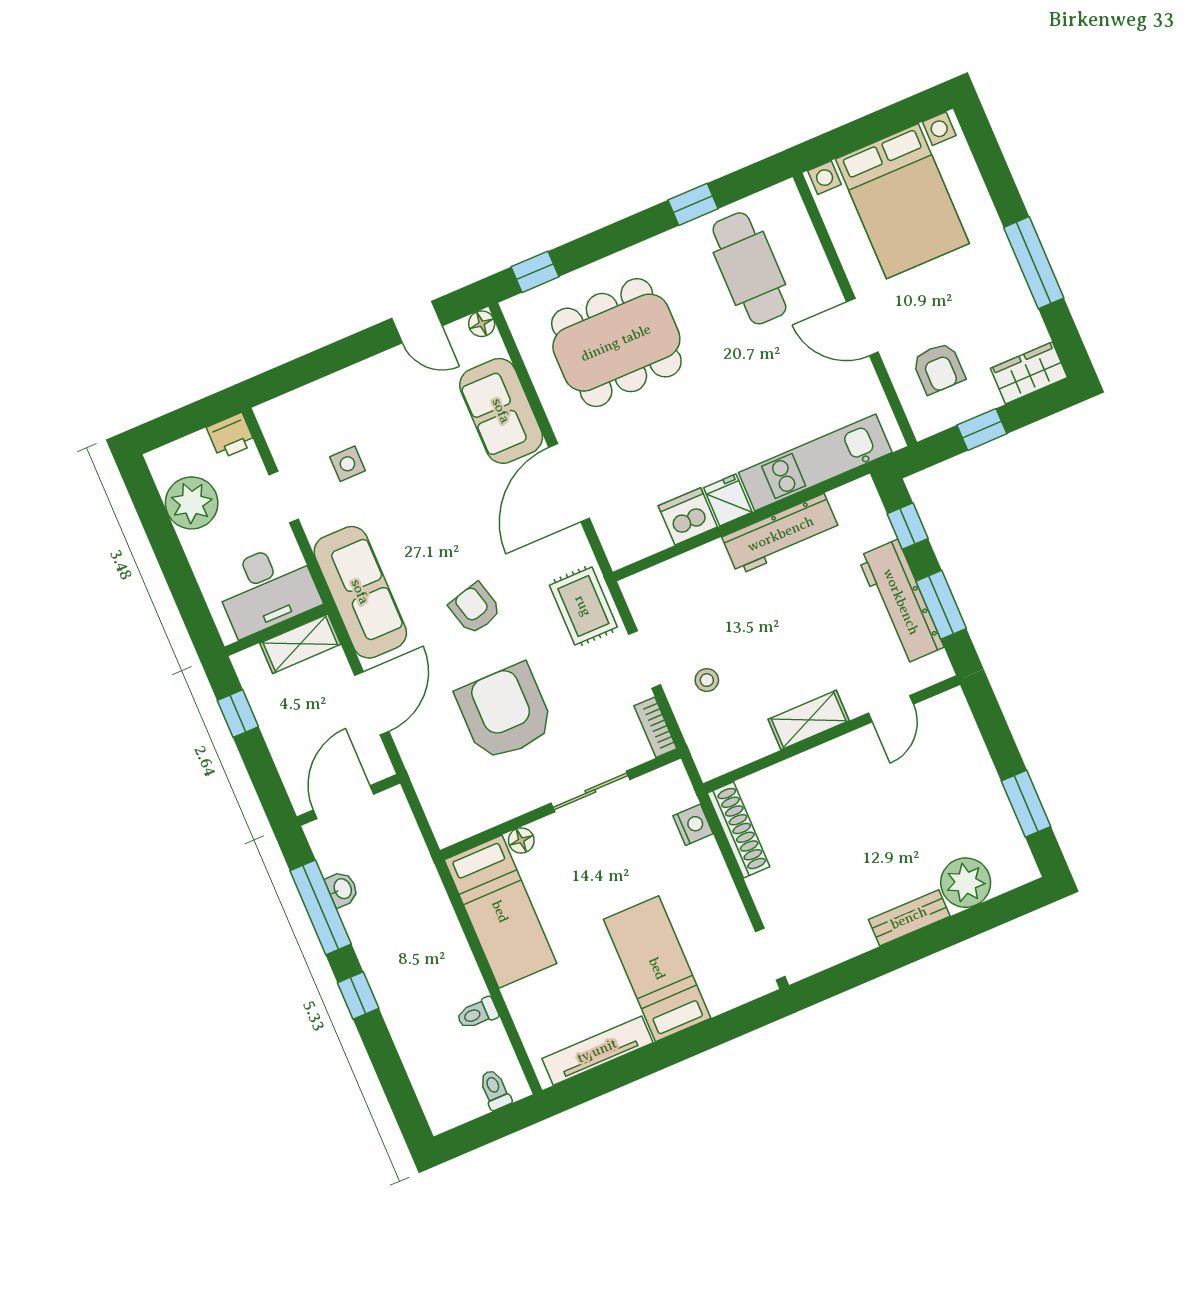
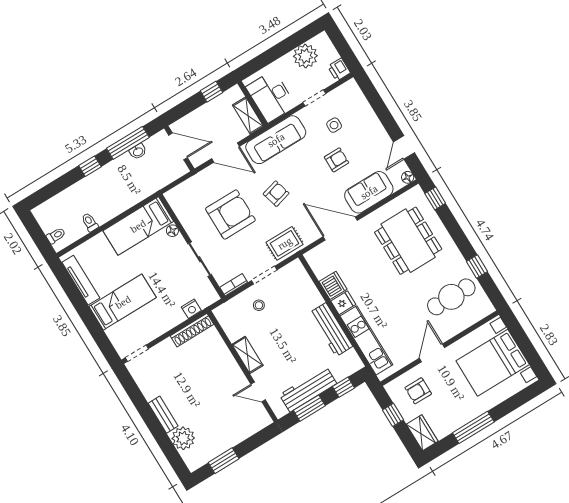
armchair: (422, 470) -> (336, 160), added

